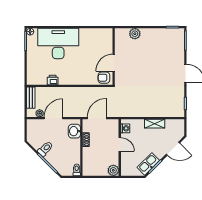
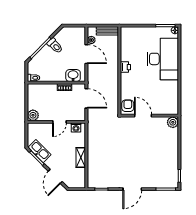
plant: (135, 34) -> (173, 122), moved
printer: (53, 80) -> (125, 67), moved

